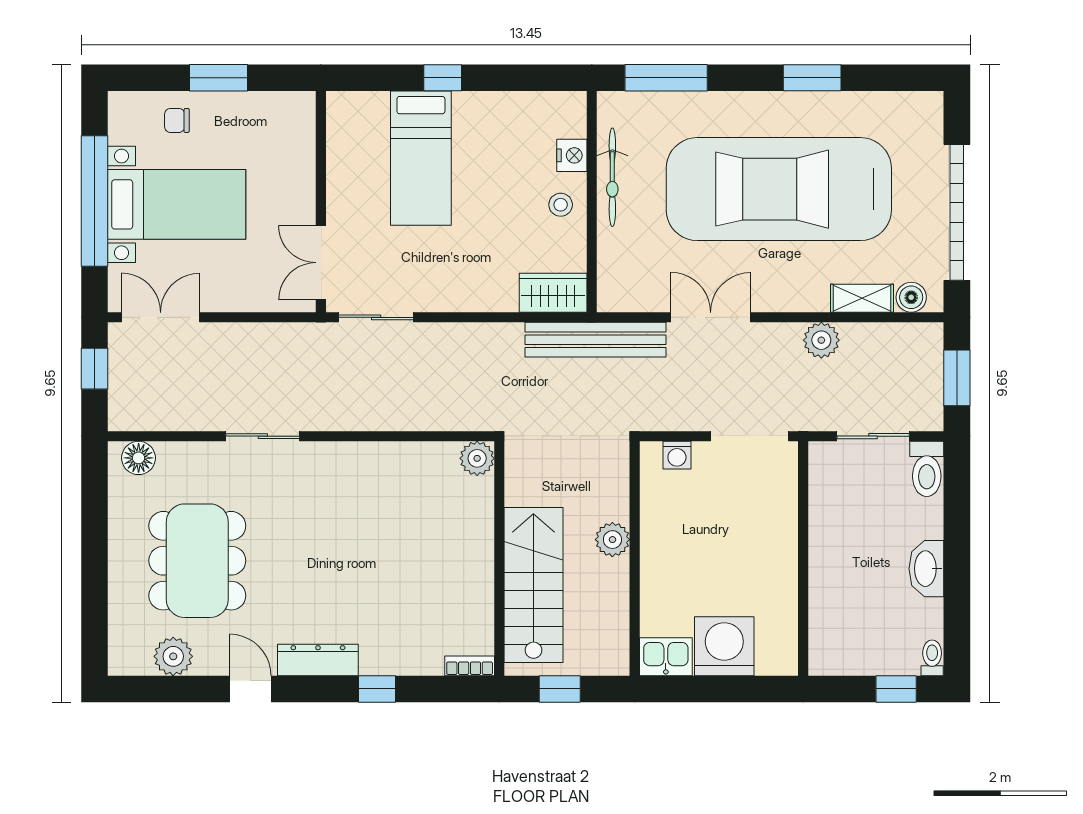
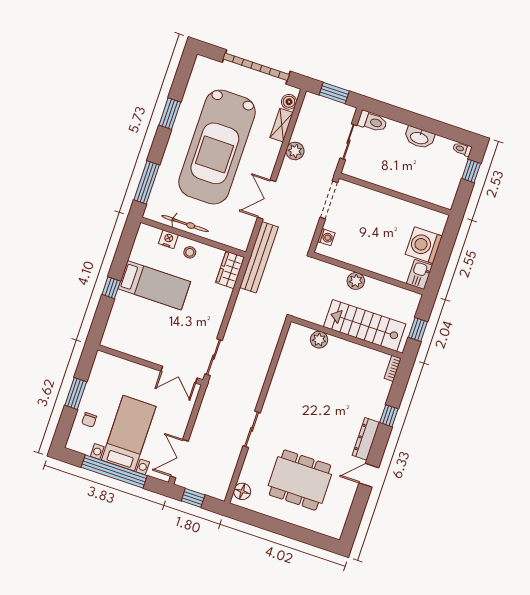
bed: (421, 158) -> (154, 285), moved
plant: (477, 458) -> (319, 340), moved
plant: (173, 656) -> (341, 507), removed

